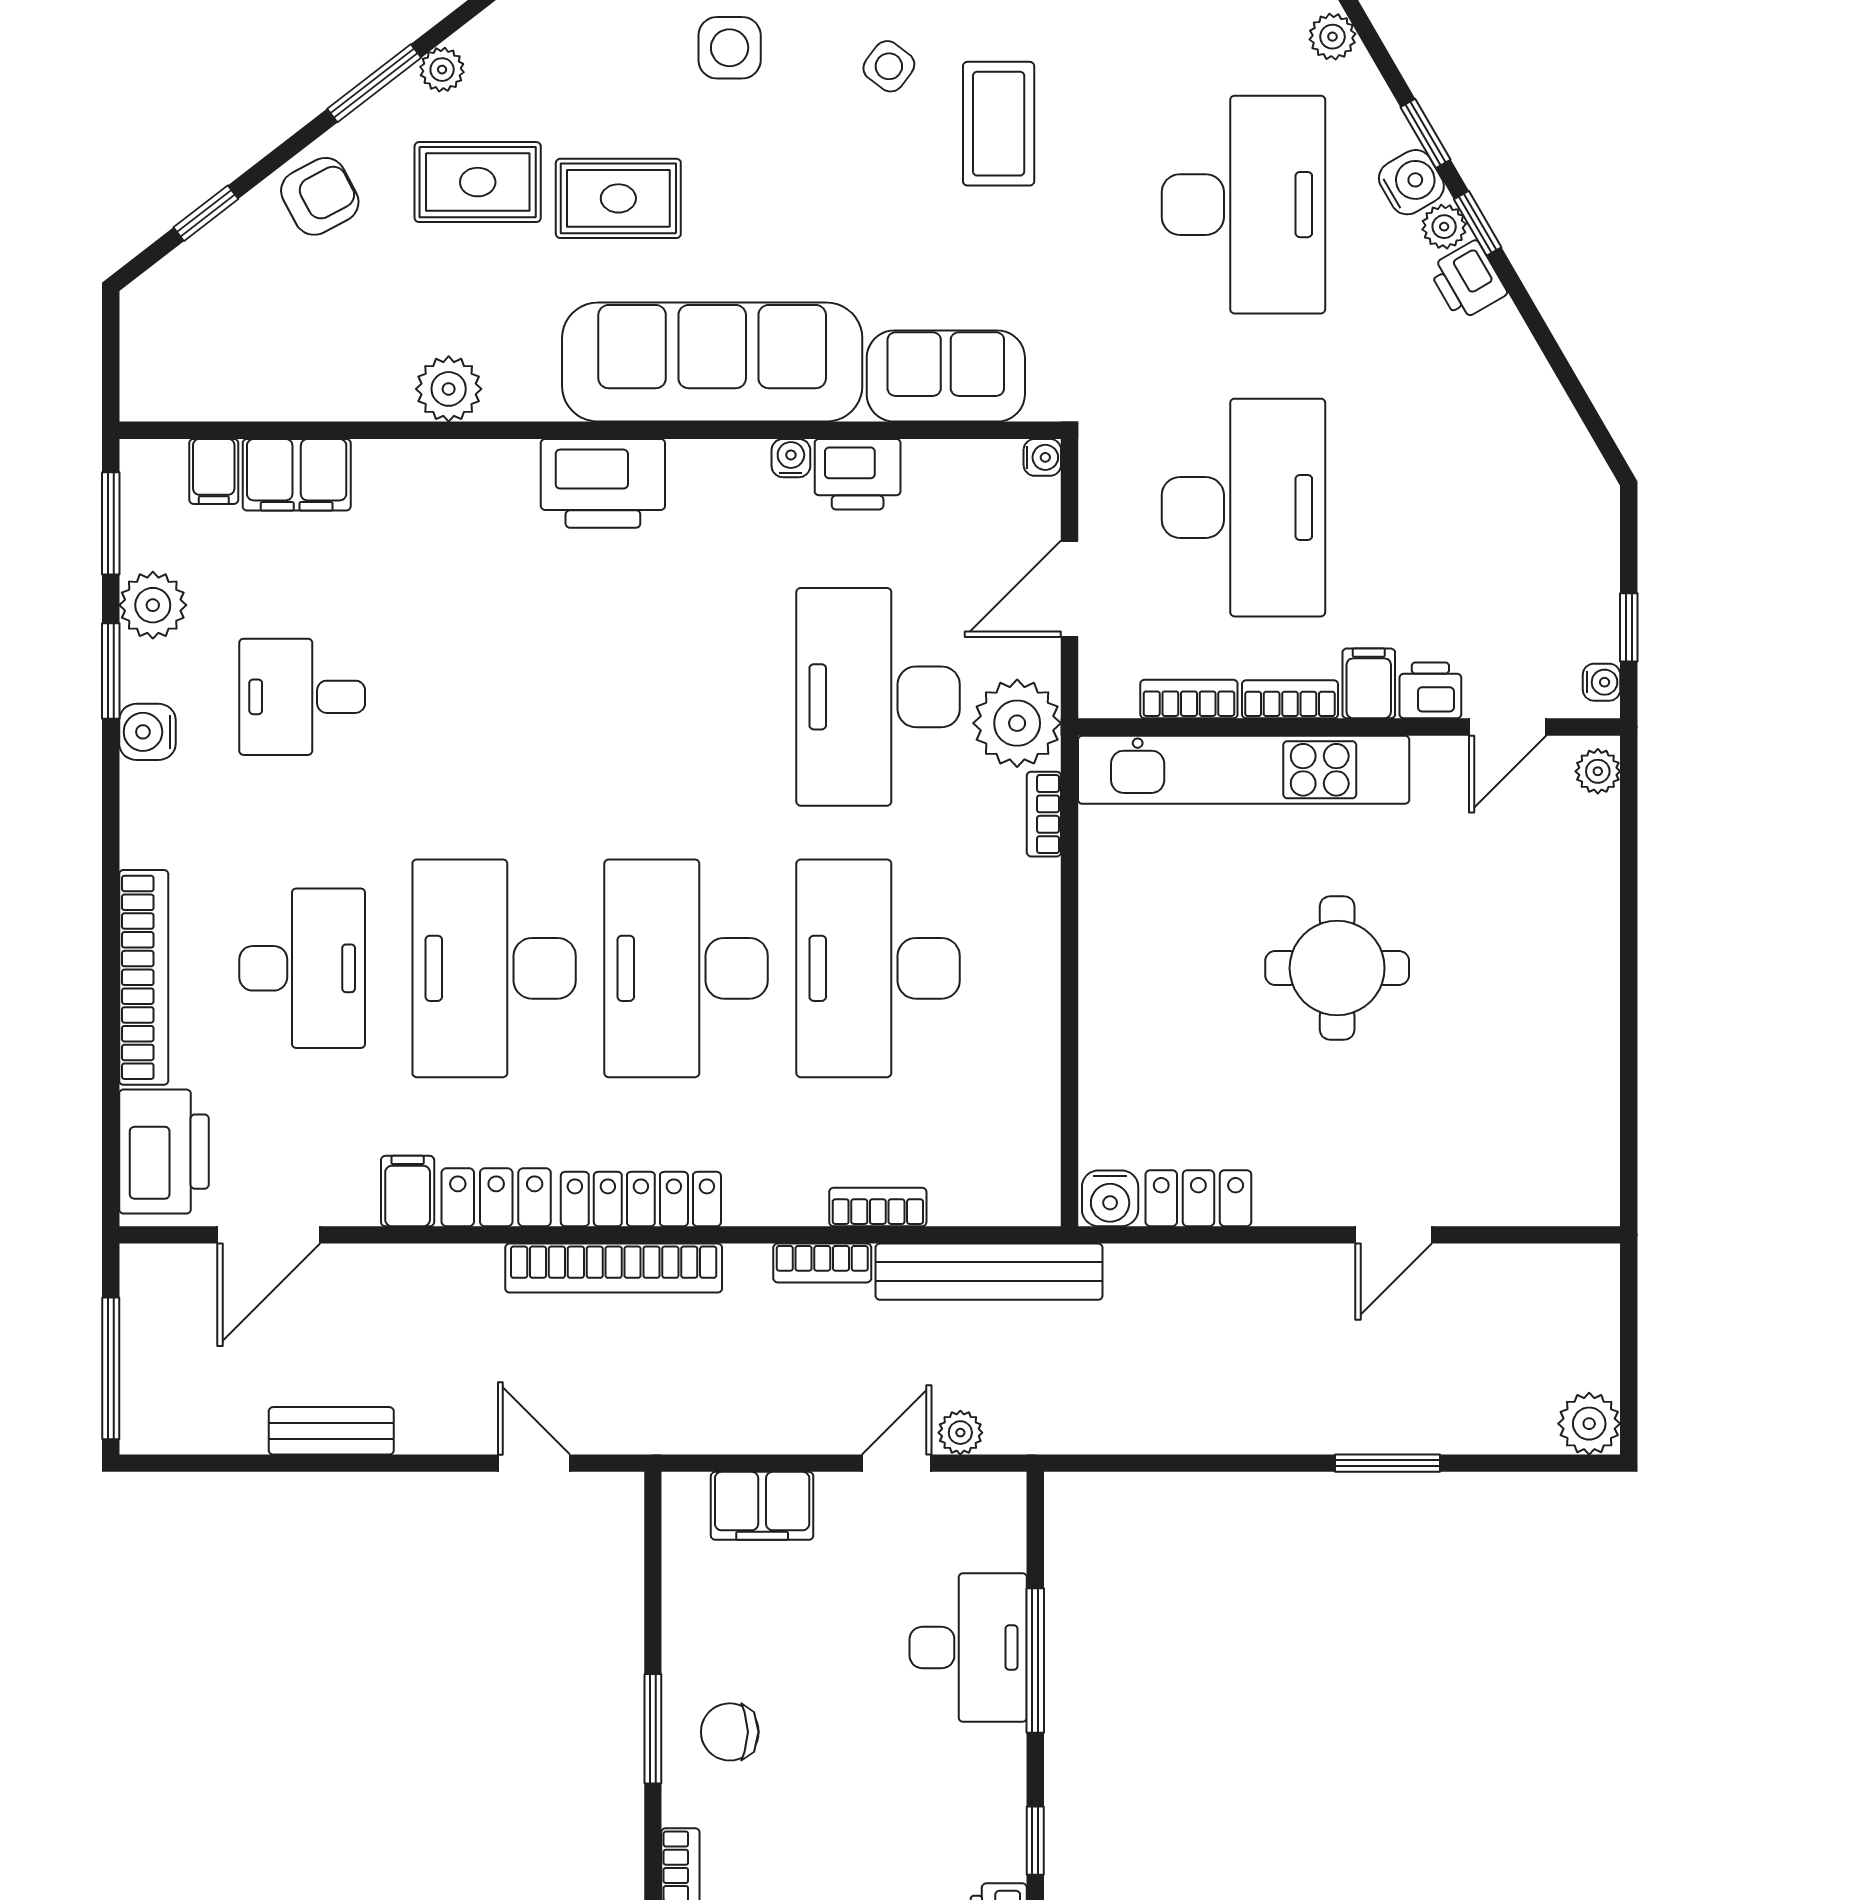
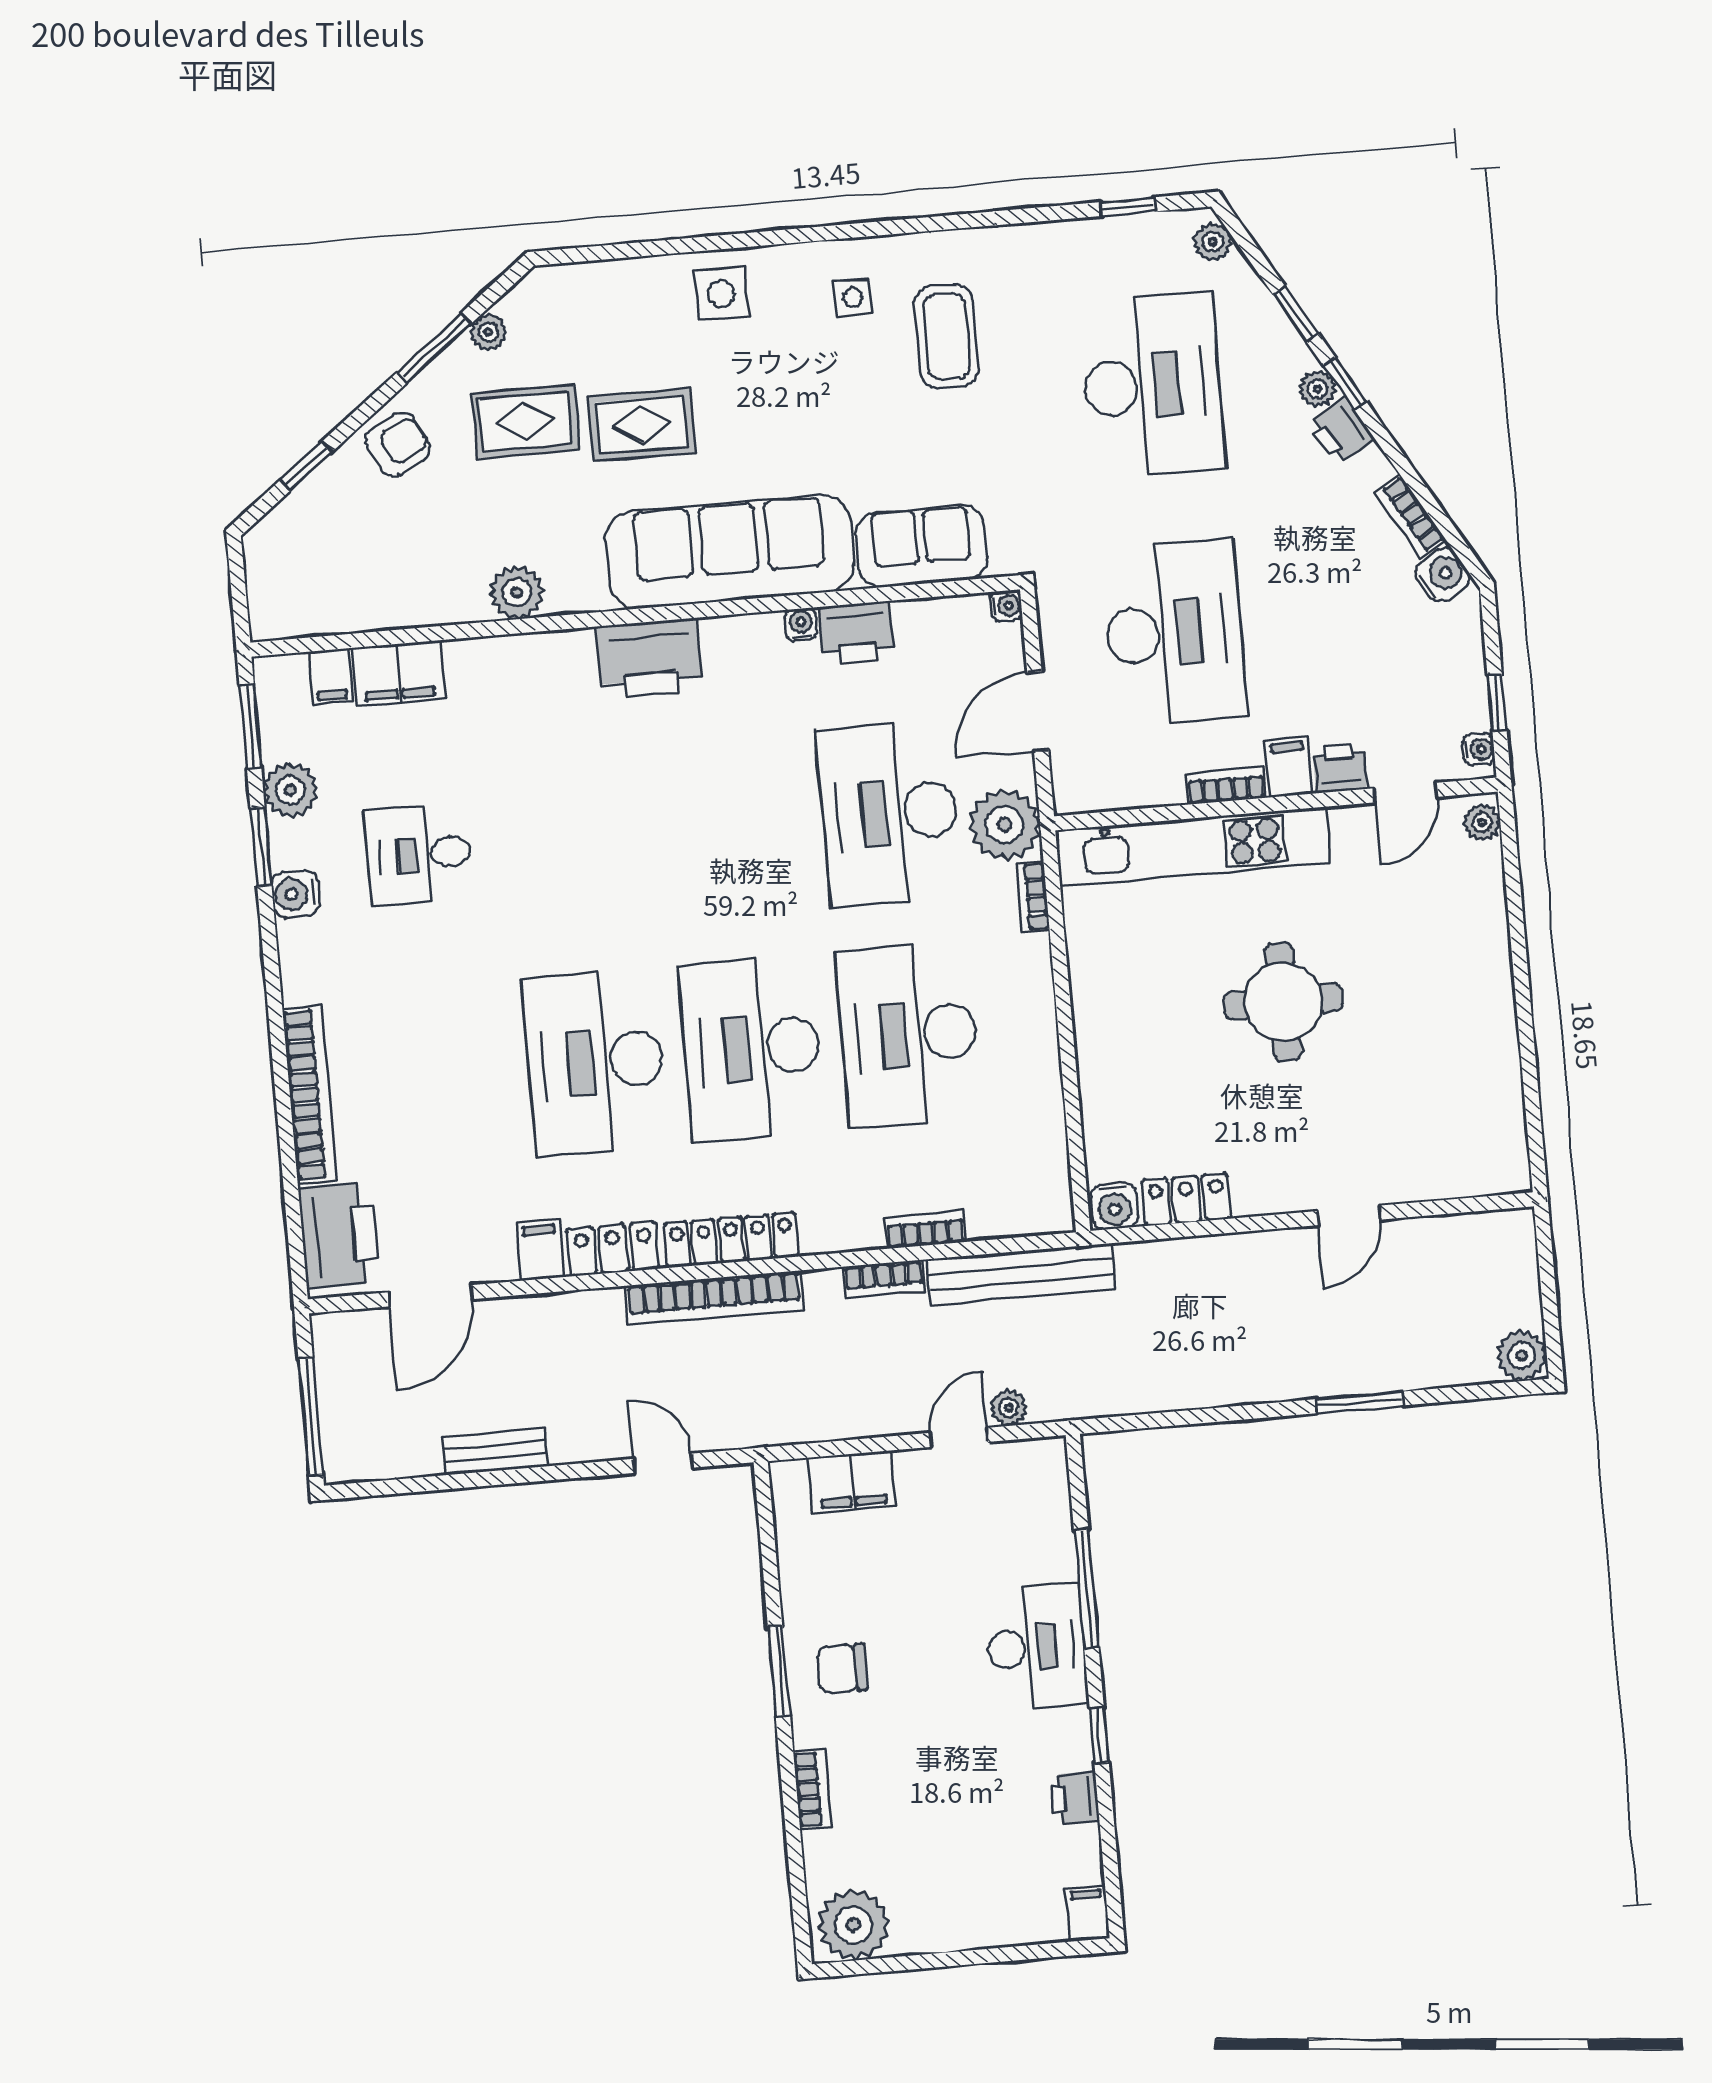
side table: (889, 66) -> (853, 298), turned -37
water cooler: (1411, 182) -> (1443, 575), moved
bookcase: (1189, 699) -> (1410, 516), moved, turned -120
desk: (302, 968) -> (438, 1076), removed
desk: (968, 1647) -> (1036, 1647), moved

